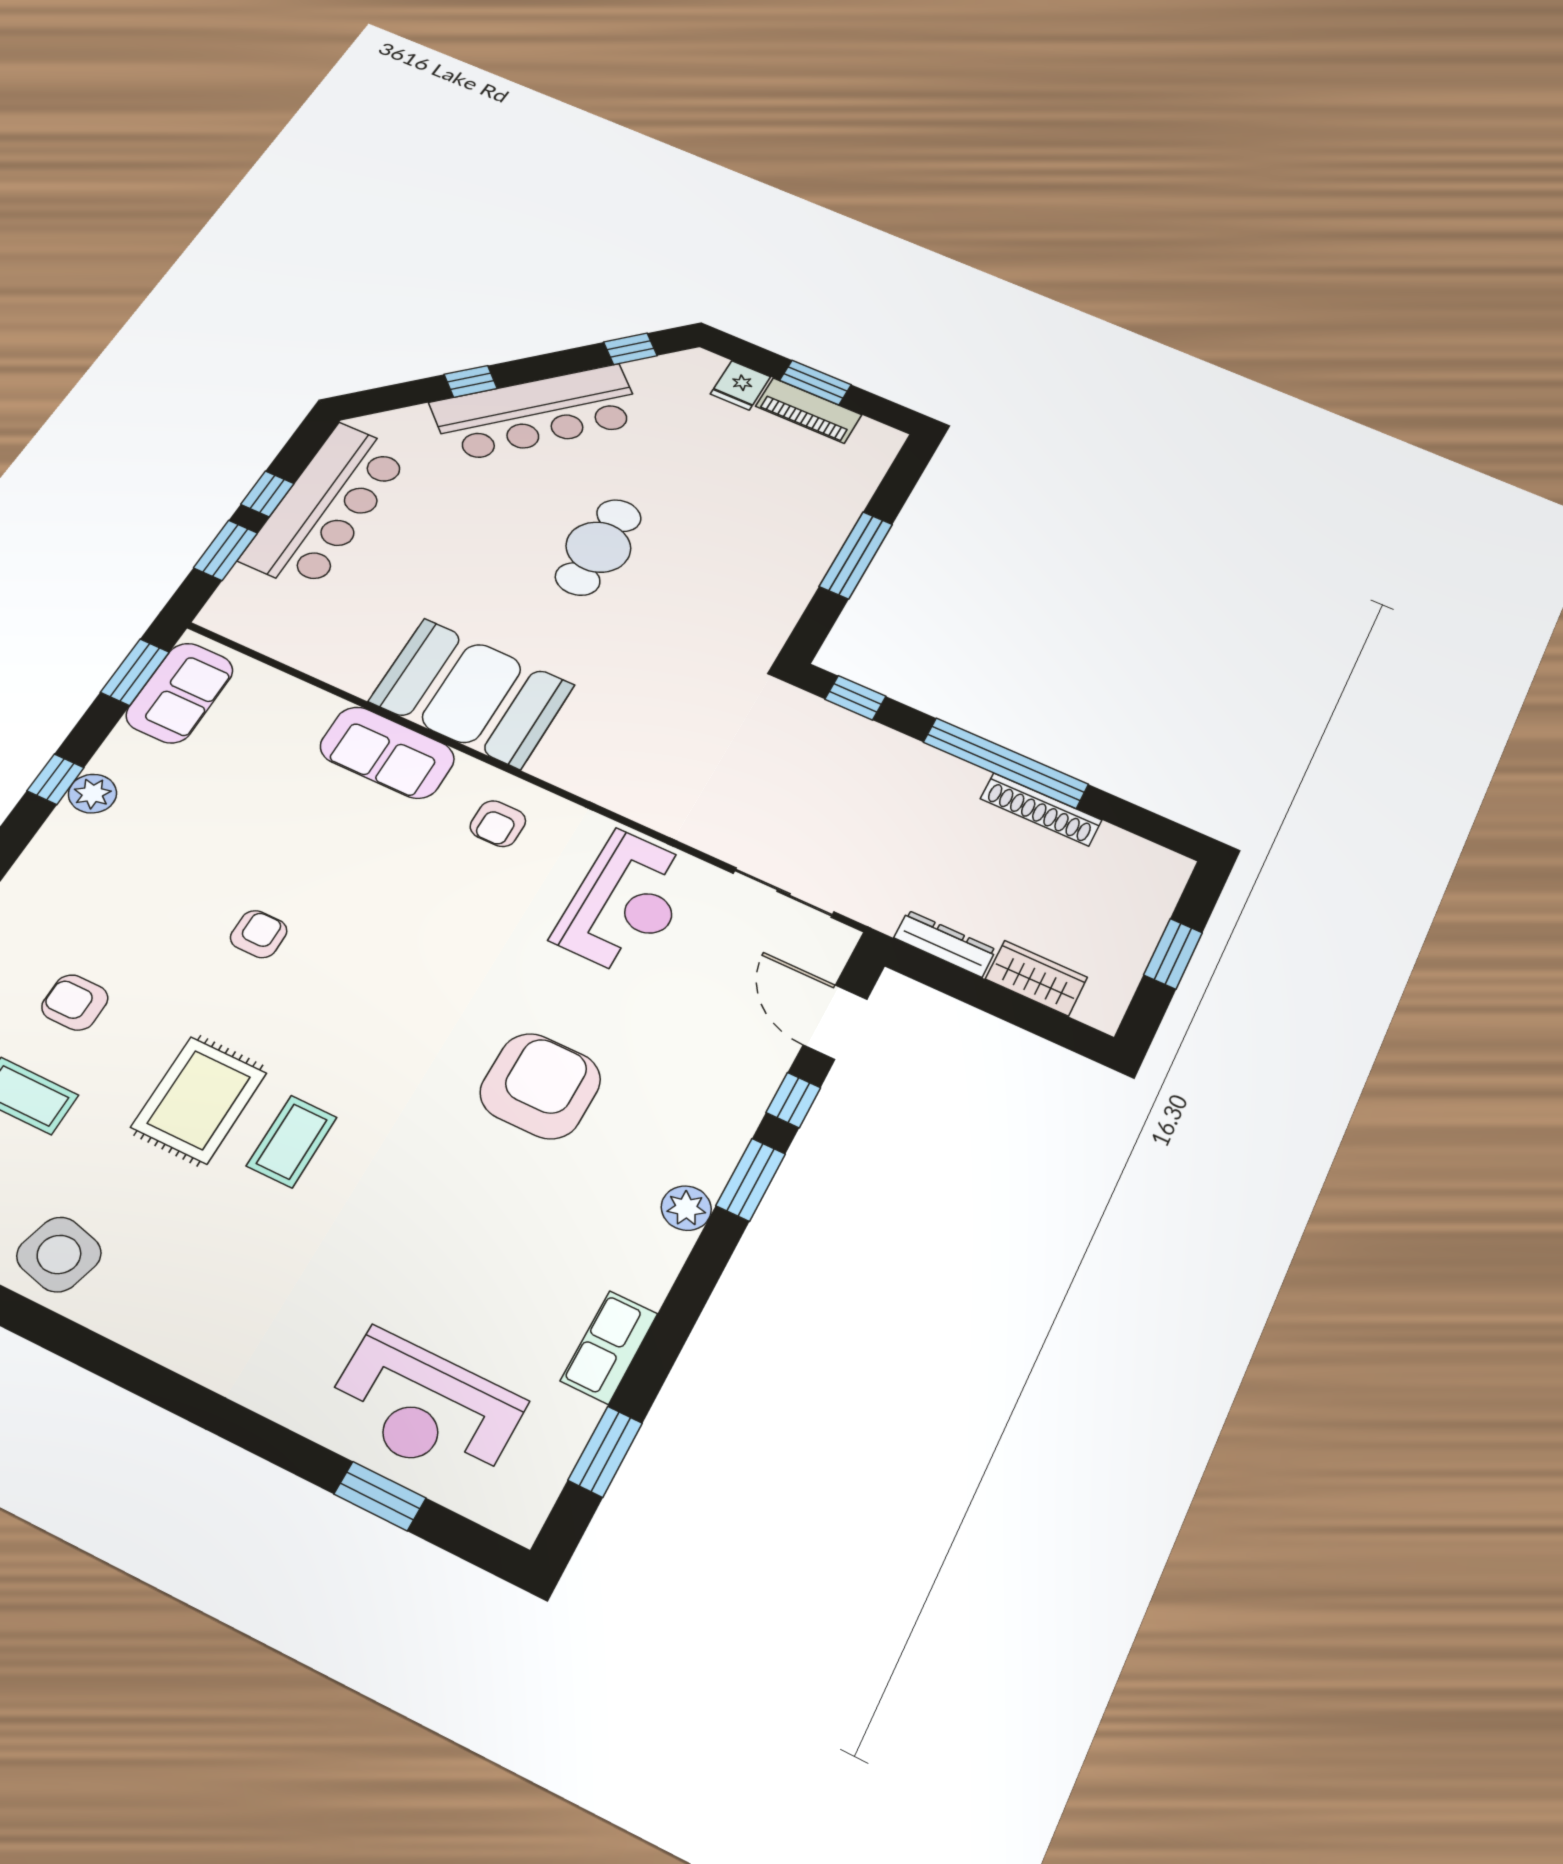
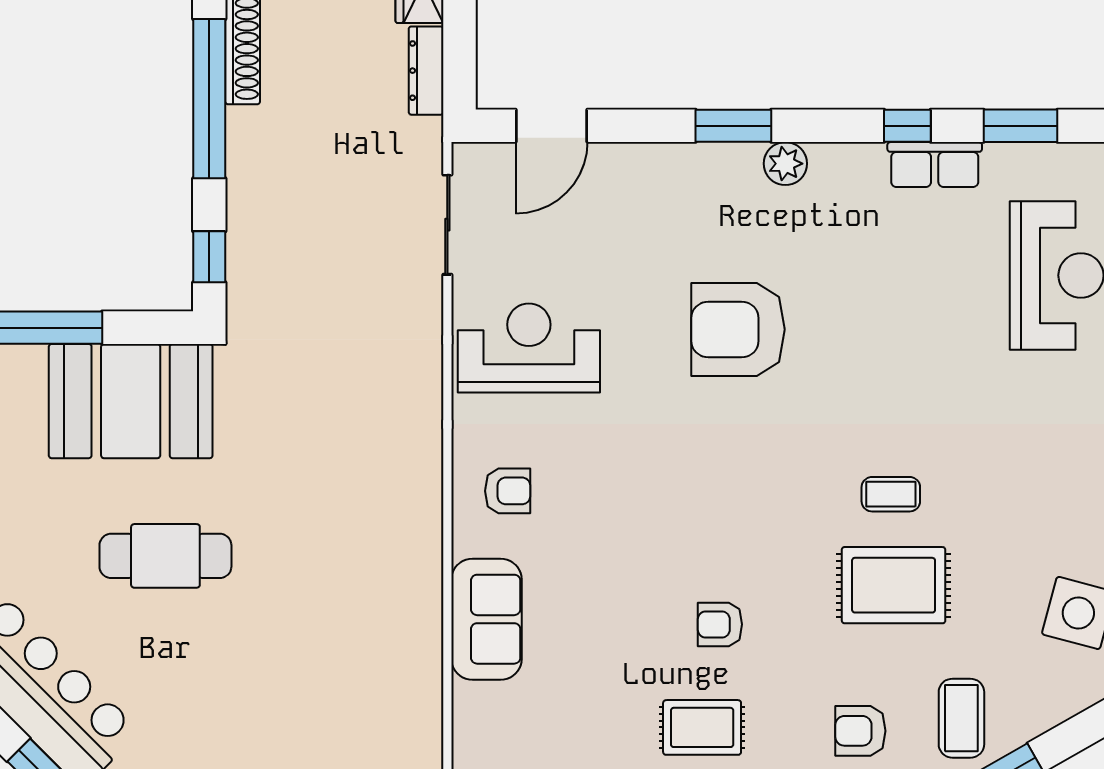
booth: (472, 693) -> (131, 401), moved, turned 90
rug: (170, 873) -> (702, 727), added
armchair: (75, 1003) -> (860, 731), turned 90
window: (793, 1100) -> (907, 126), moved
coffee table: (292, 1142) -> (891, 494), width x0.73, depth x0.77

